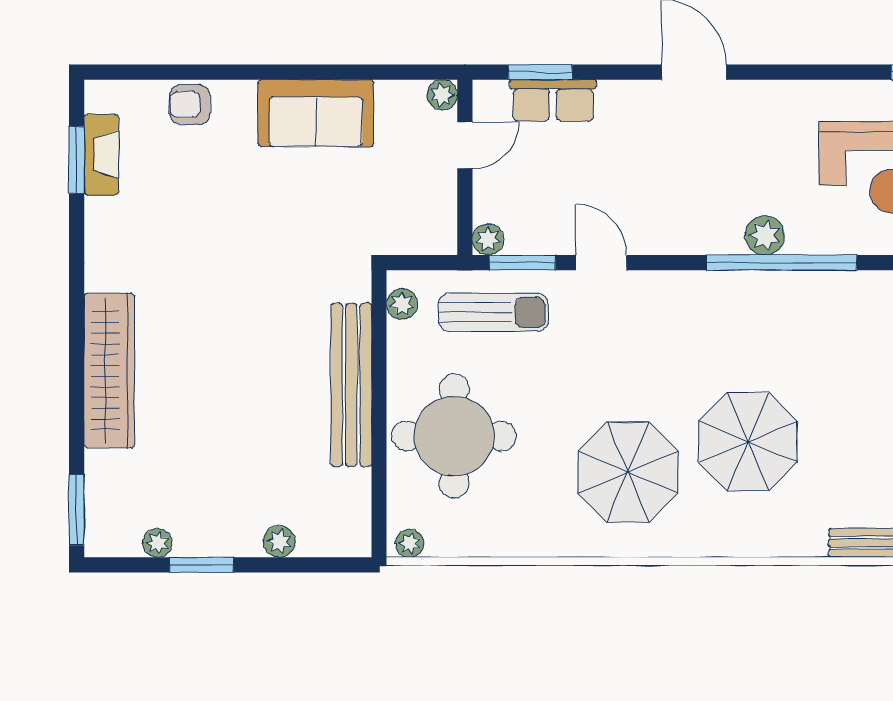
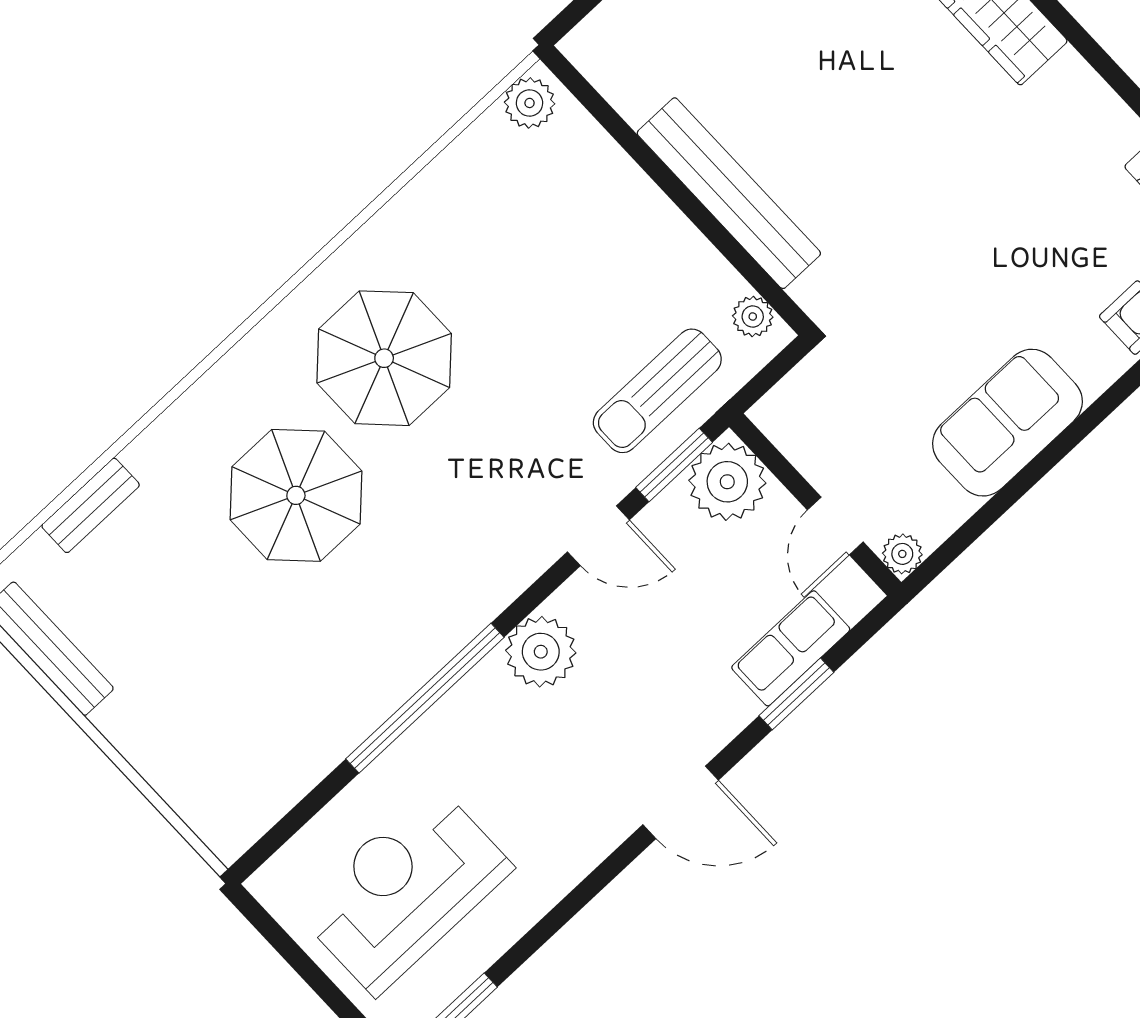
window: (540, 72) -> (796, 694), moved
plant: (765, 235) -> (541, 652), moved, width x1.36, depth x1.36
plant: (488, 239) -> (727, 482), width x1.88, depth x1.88
round table: (454, 436) -> (584, 237), removed
plant: (410, 543) -> (530, 103), width x1.38, depth x1.38

